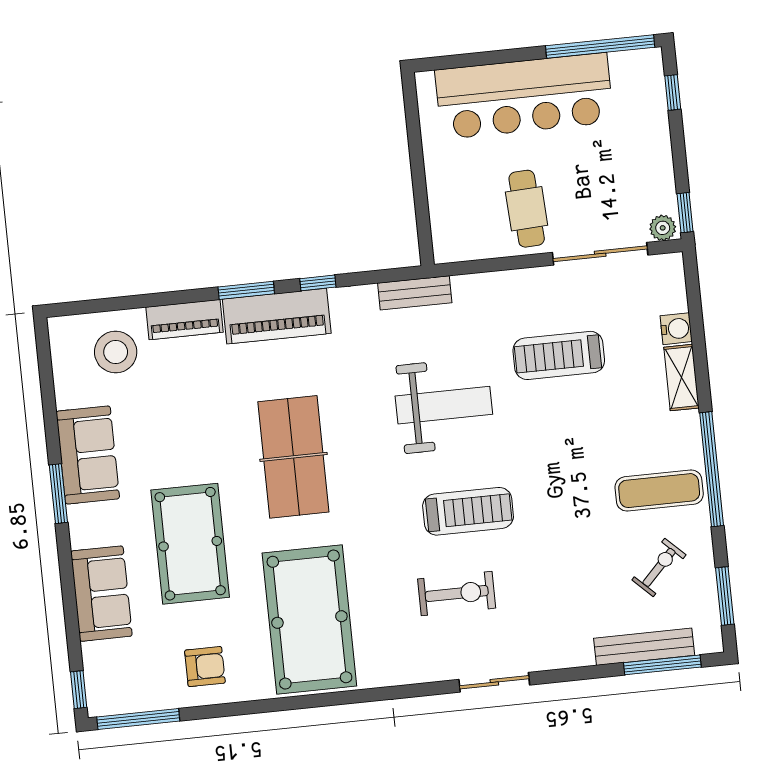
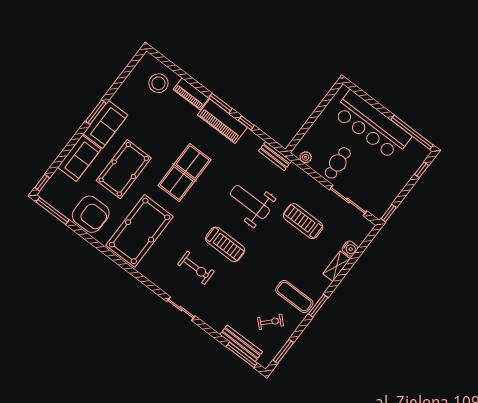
plant: (663, 228) -> (306, 157), moved
weight bench: (444, 405) -> (250, 202), turned 180
sofa: (88, 455) -> (105, 124), moved
window: (712, 469) -> (318, 306), width x0.47
armchair: (205, 667) -> (91, 214), width x1.88, depth x1.88

